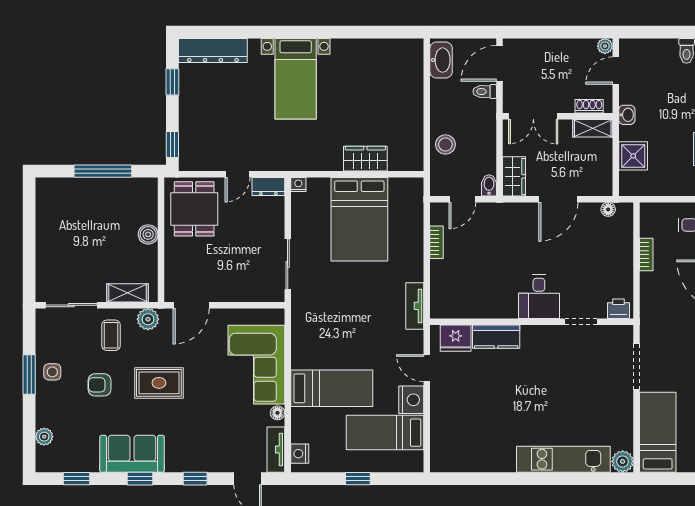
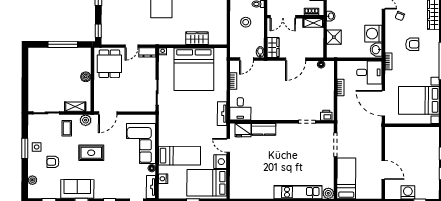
stool: (445, 144) -> (246, 22), moved
bed: (359, 219) -> (194, 69), width x1.36
desk: (539, 297) -> (240, 109), moved
armchair: (100, 385) -> (53, 162), moved
bed: (385, 433) -> (207, 183), width x1.50
nightstand: (300, 454) -> (163, 179), moved

